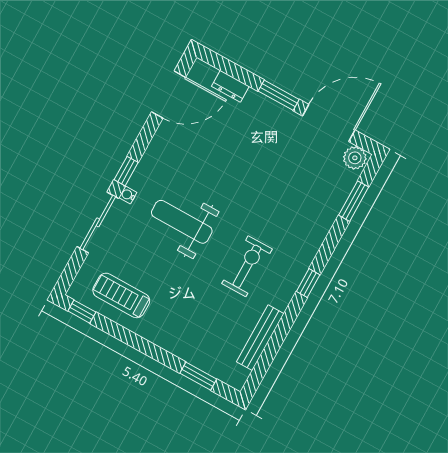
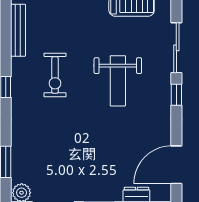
water cooler: (128, 195) -> (166, 79), removed
weight bench: (182, 222) -> (118, 81), turned 90

